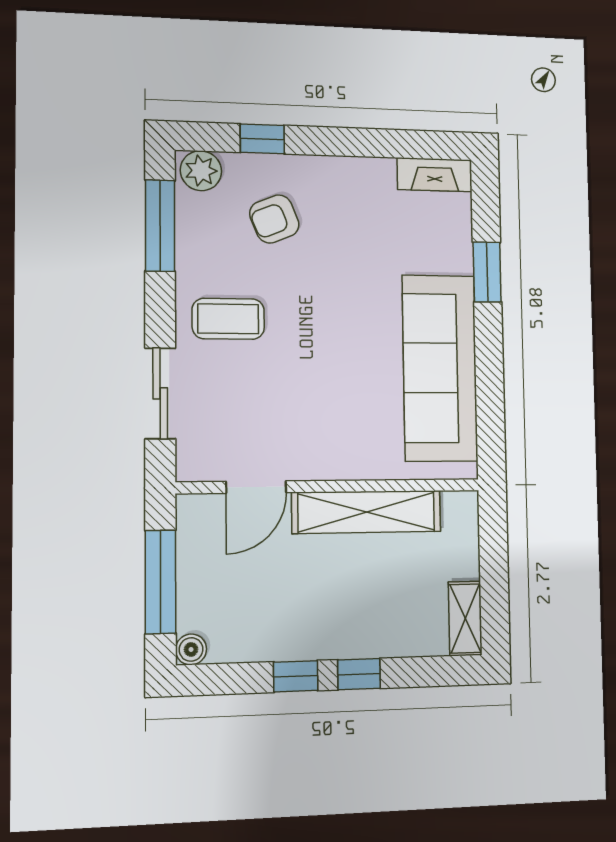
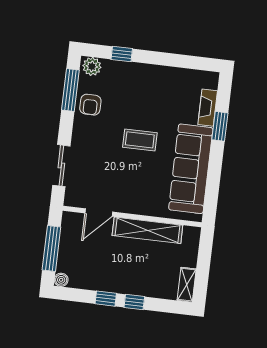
fireplace: (435, 175) -> (208, 108), moved, turned 90
armchair: (274, 219) -> (90, 105), moved, turned -68
coffee table: (228, 319) -> (140, 140), moved

